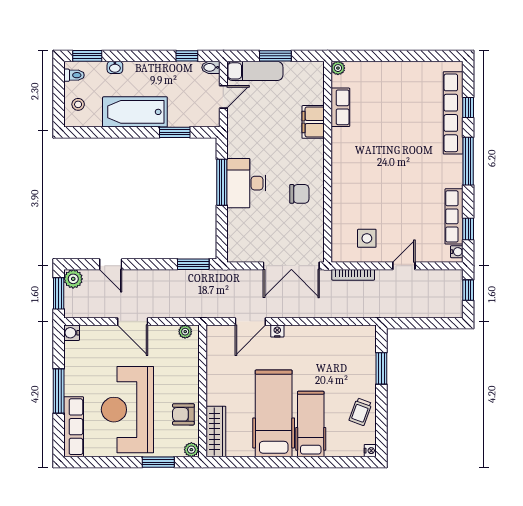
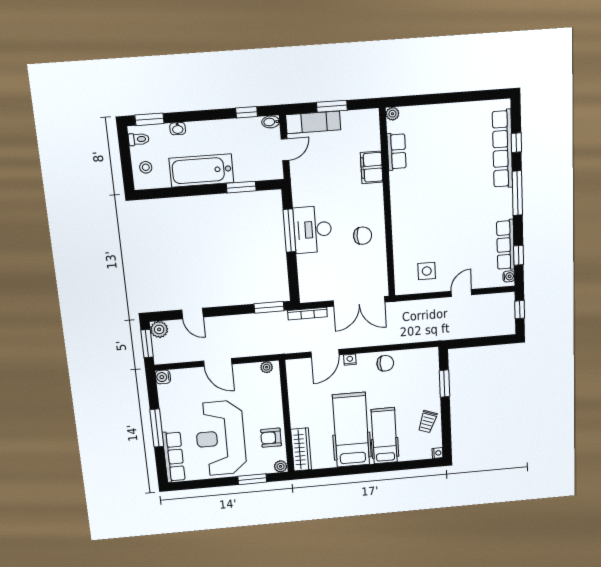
bookcase: (353, 275) -> (307, 314), moved
chair: (316, 339) -> (385, 363), added

